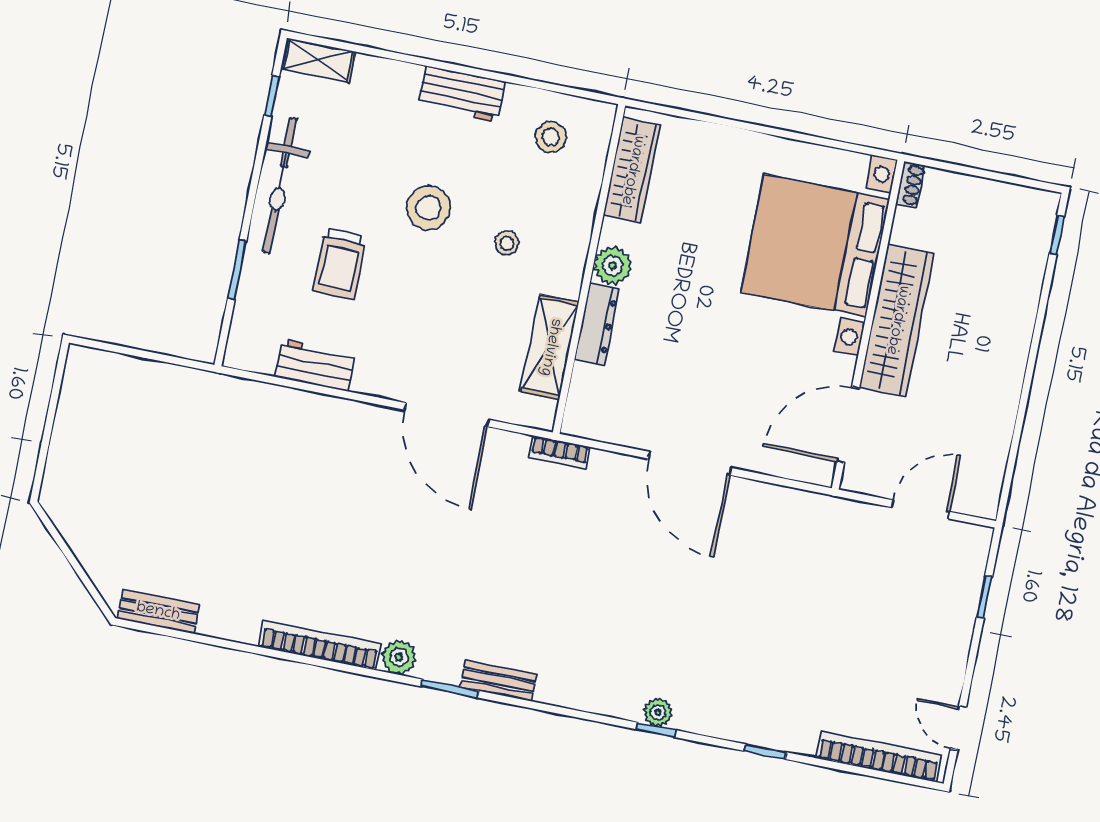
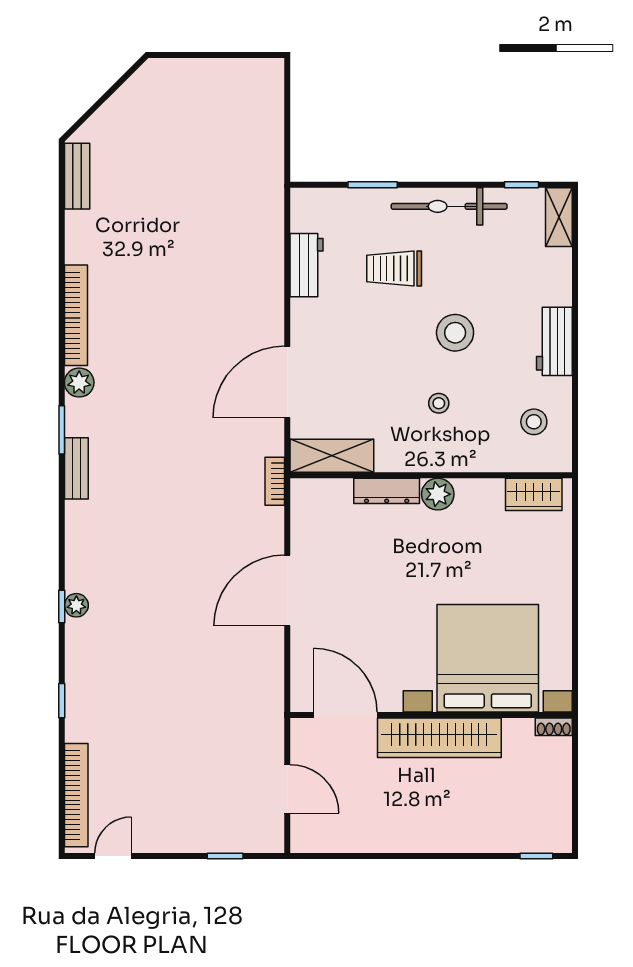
wardrobe: (632, 170) -> (534, 494), width x0.67
shelving: (550, 347) -> (332, 456), moved

